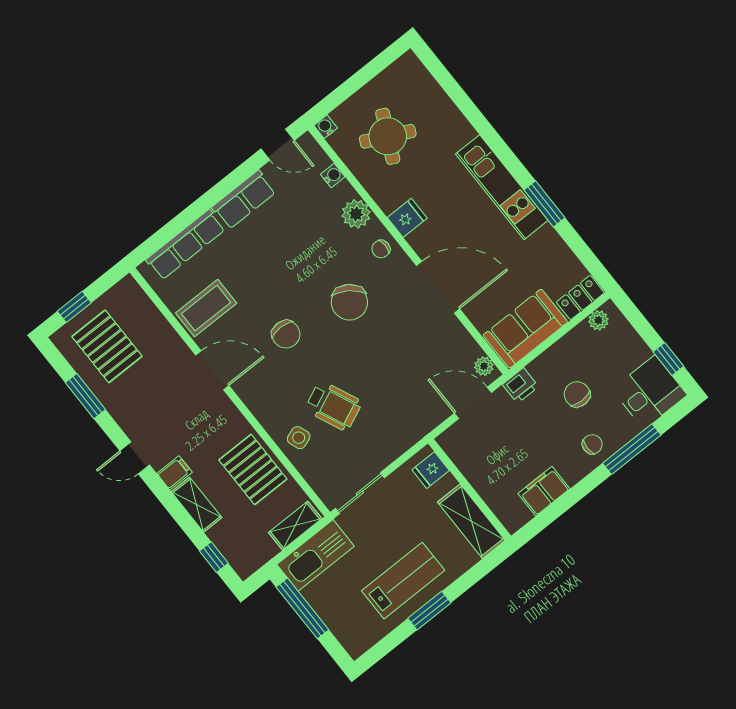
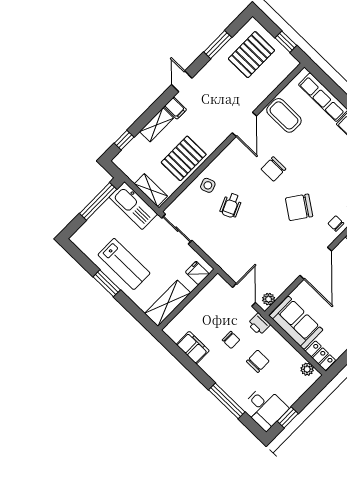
window: (74, 307) -> (286, 42), moved
wheelchair: (334, 406) -> (231, 205), width x0.73, depth x0.73
chair: (592, 444) -> (231, 340), moved

